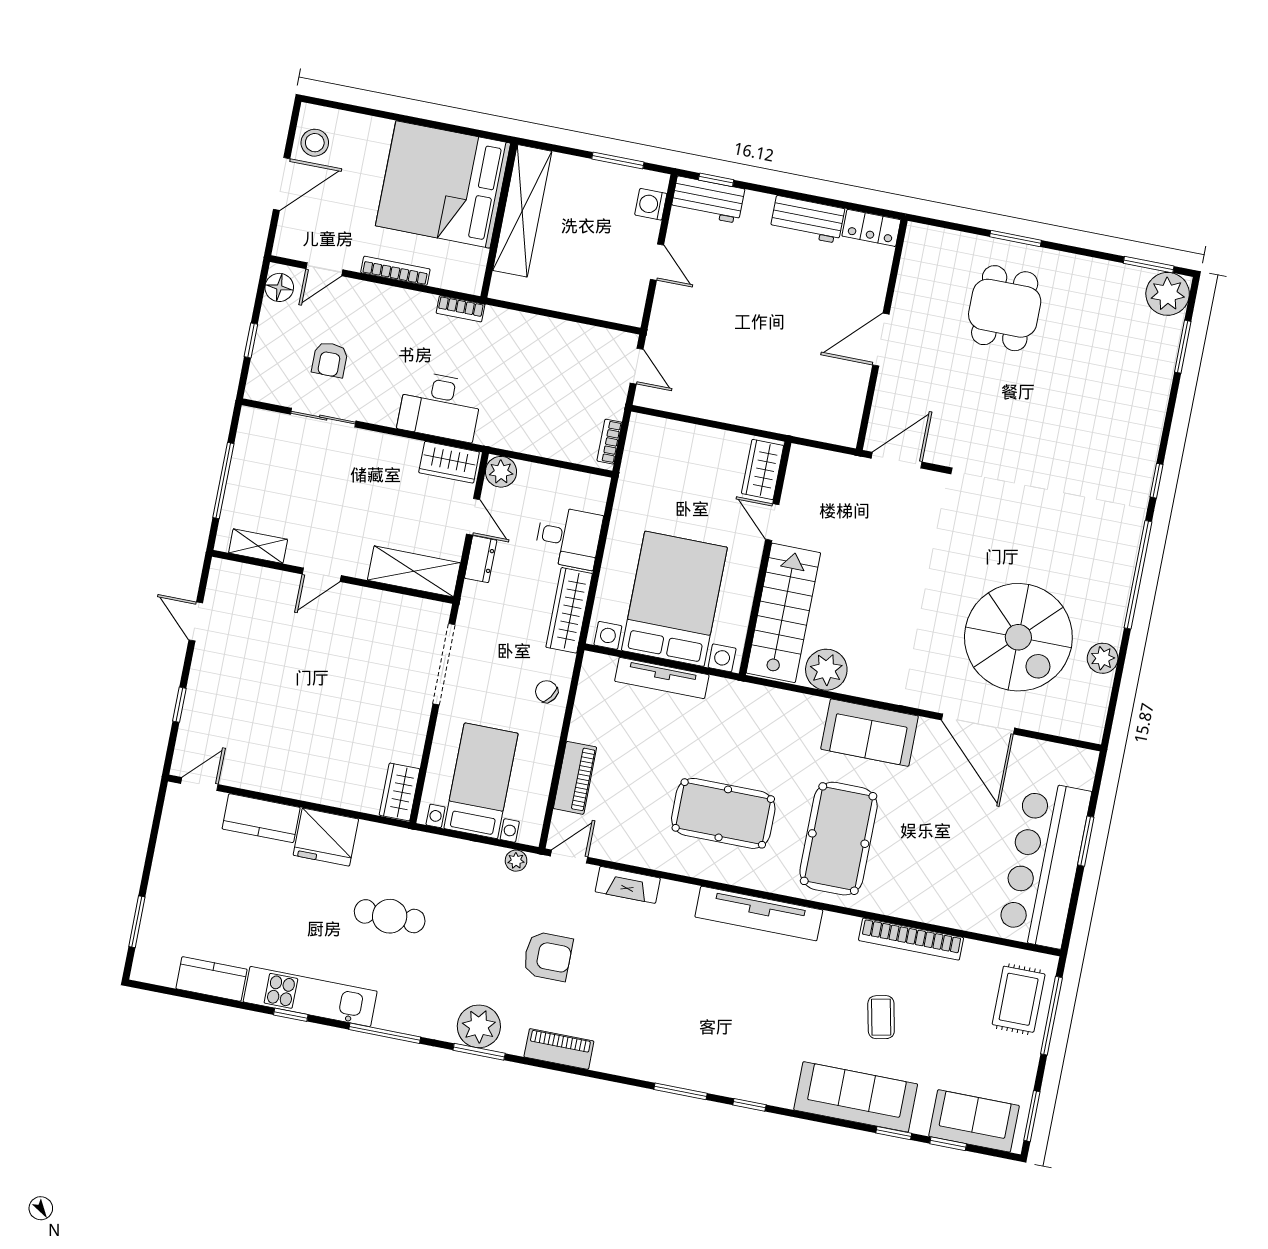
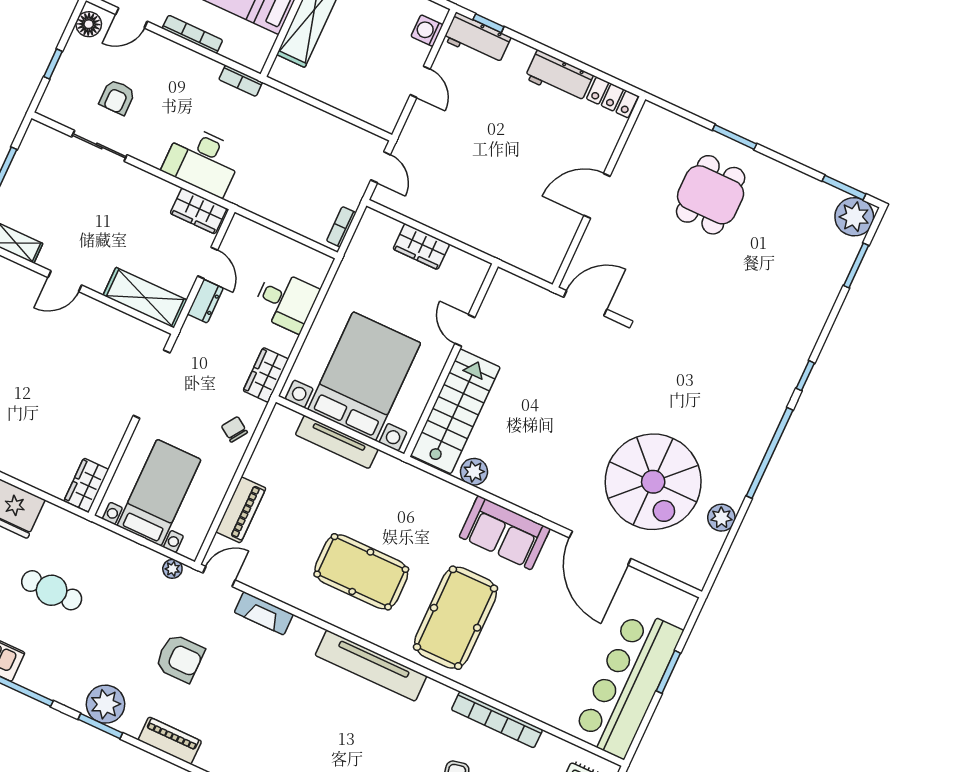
wardrobe: (763, 469) -> (421, 247), moved, turned -90
plant: (501, 472) -> (241, 230), removed
wardrobe: (569, 610) -> (266, 375), width x0.67
plant: (826, 670) -> (474, 472), width x0.73, depth x0.73

